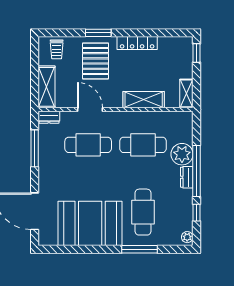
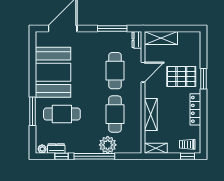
trolley: (57, 49) -> (187, 144), moved
dresser: (187, 177) -> (56, 149), moved

